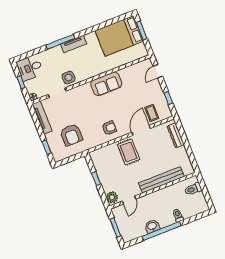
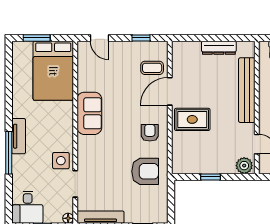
bed: (119, 36) -> (53, 71), moved
door: (141, 130) -> (170, 91), hinge flipped
armchair: (71, 135) -> (145, 171), moved
dresser: (176, 135) -> (219, 48), moved

